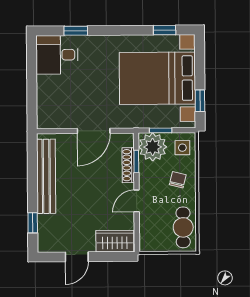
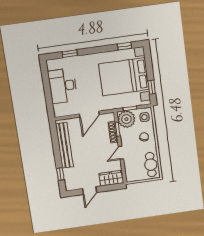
desk: (57, 55) -> (63, 86), moved, width x1.37

